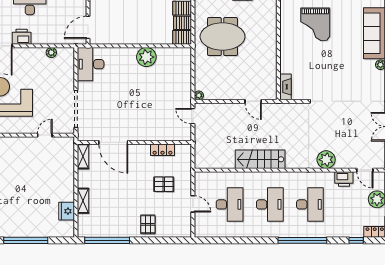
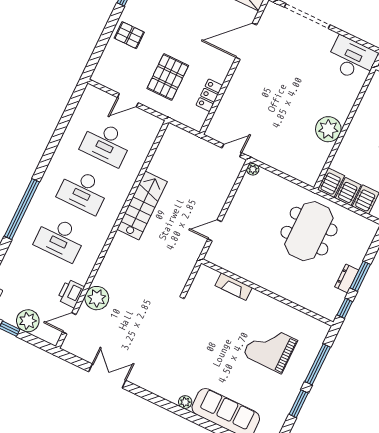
fireplace: (285, 87) -> (234, 287), moved
plant: (326, 160) -> (97, 298), moved
pallet: (164, 184) -> (168, 77), width x1.50, depth x1.42

